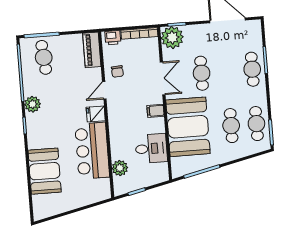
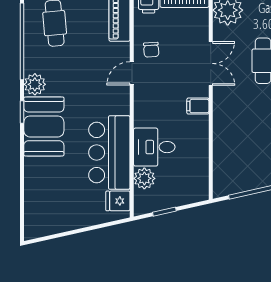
fridge: (96, 114) -> (118, 201), moved
booth: (188, 127) -> (239, 131), removed
desk: (151, 148) -> (154, 147), moved, turned 180
booth: (45, 171) -> (44, 126), moved

